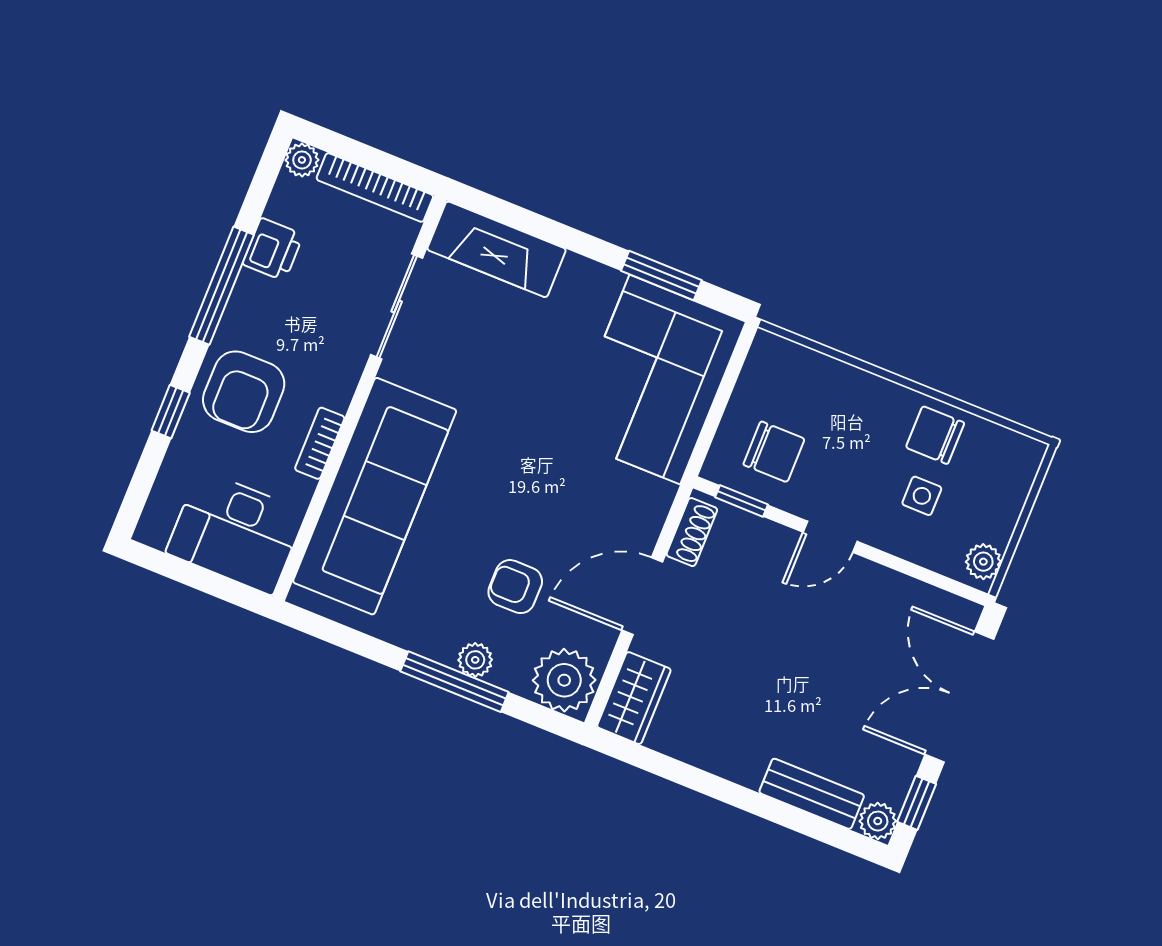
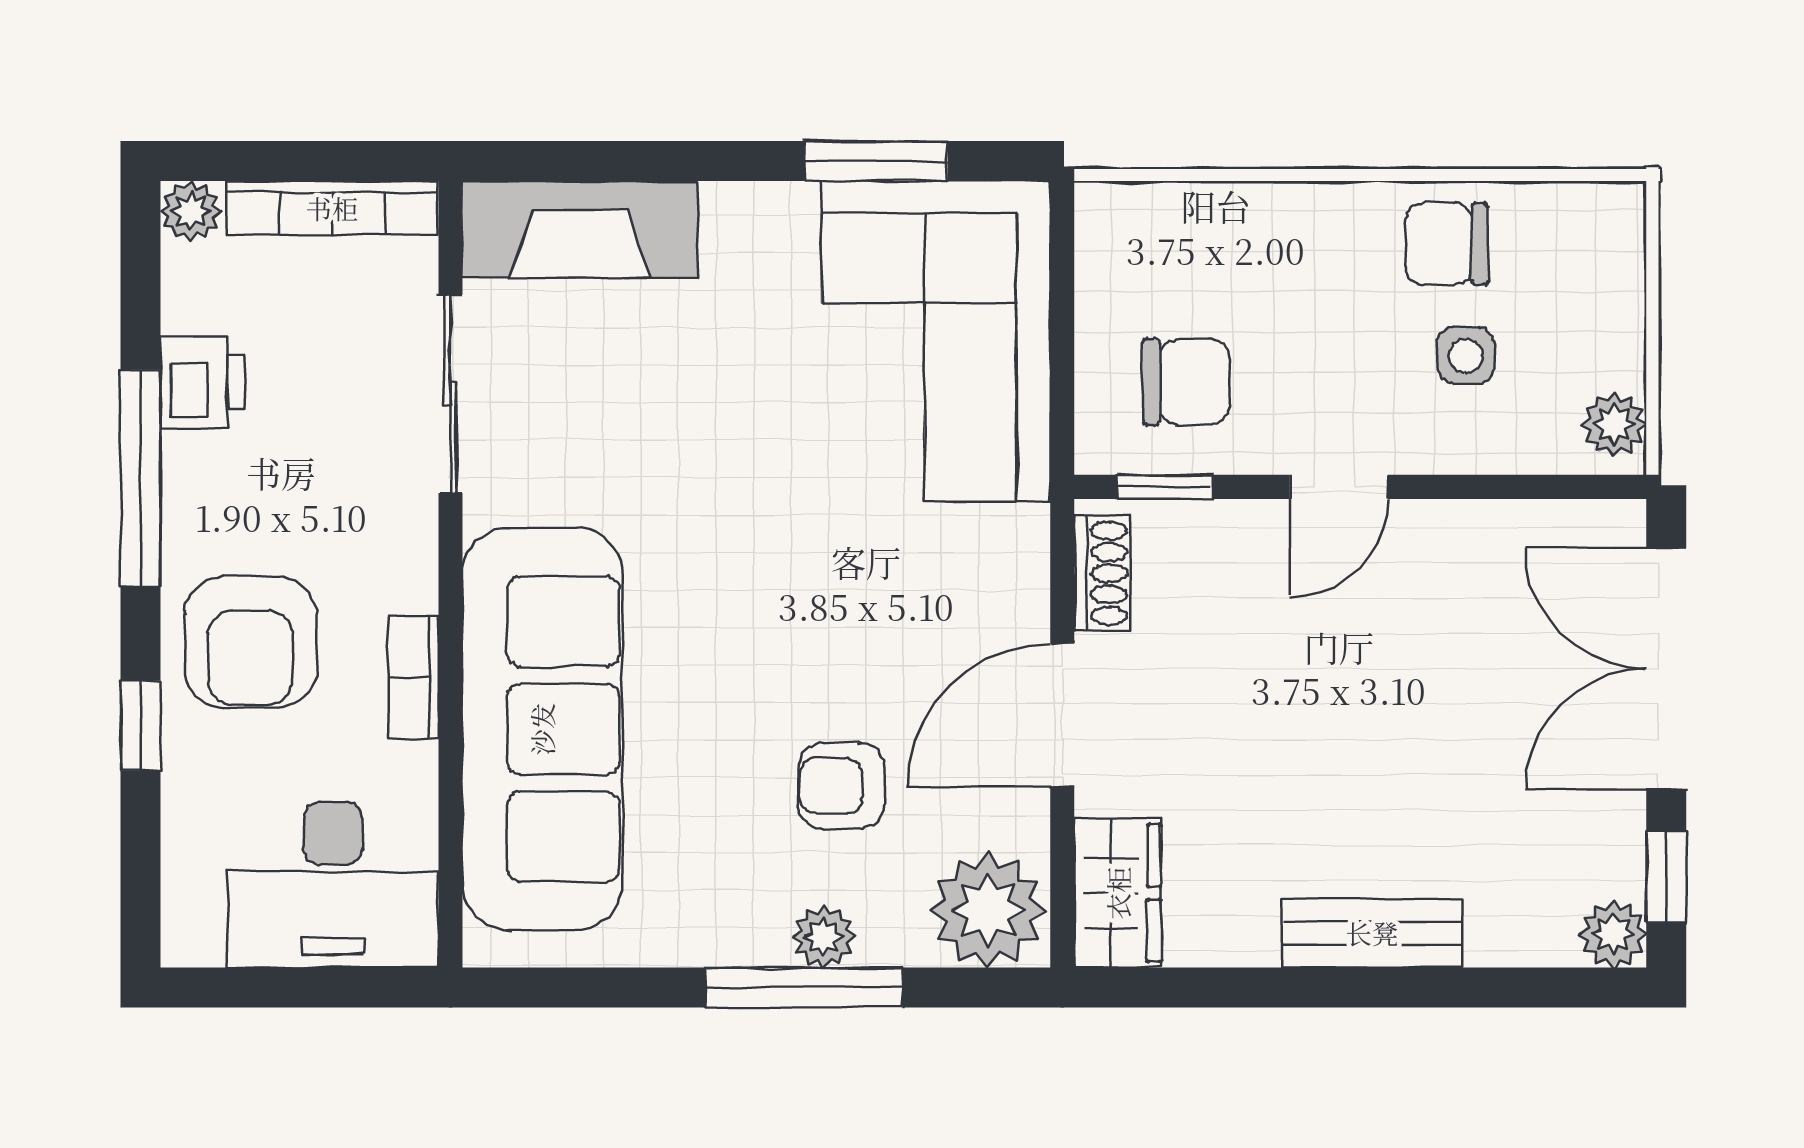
bench: (812, 794) -> (1372, 933), moved

